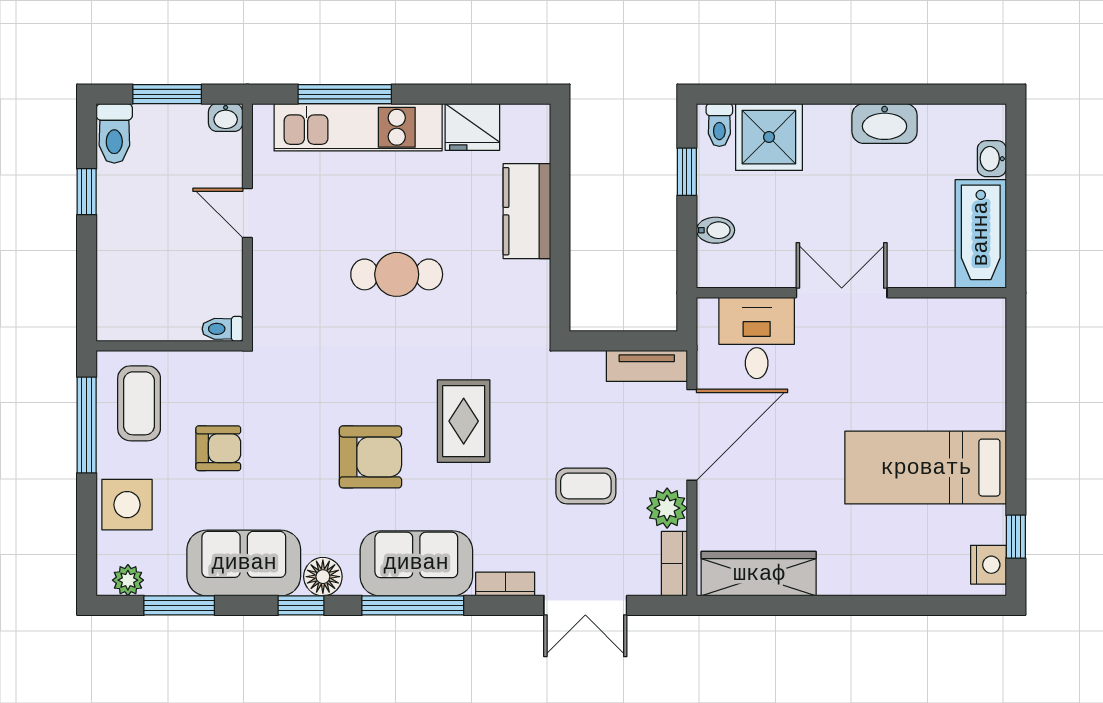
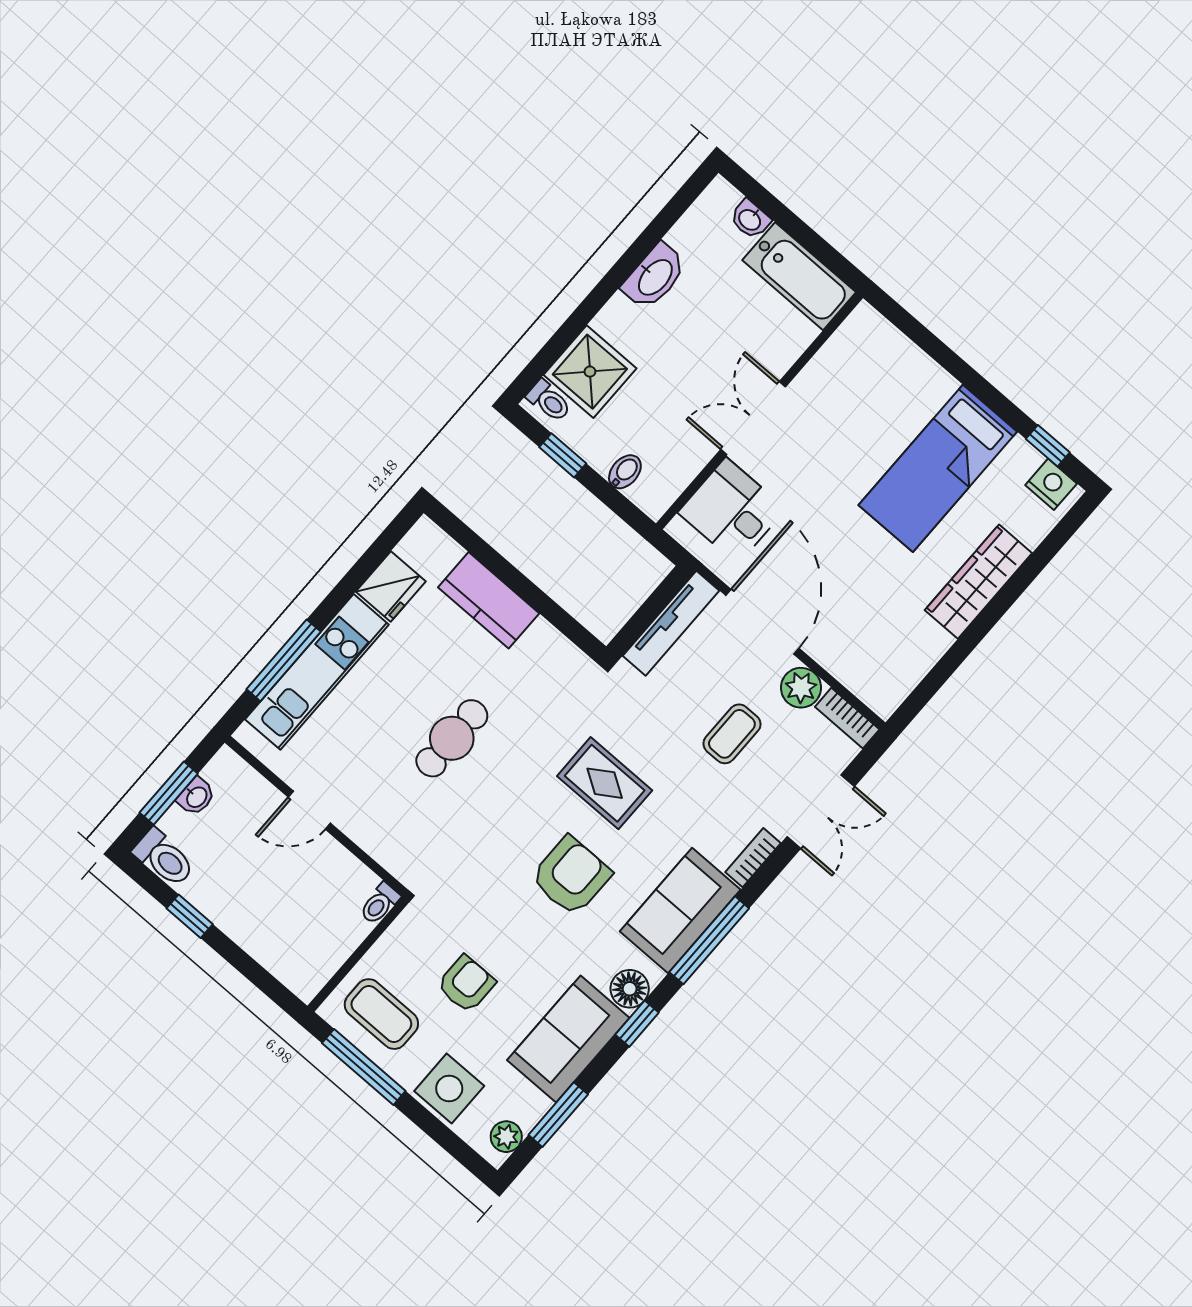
washbasin: (226, 117) -> (196, 797), moved
tv unit: (647, 366) -> (671, 623), width x1.41
wardrobe: (759, 574) -> (978, 582), moved

